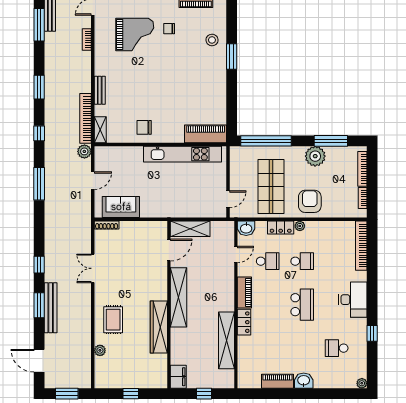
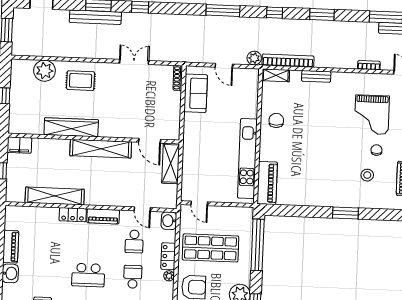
stool: (212, 40) -> (367, 175), moved
school desk: (302, 261) -> (133, 277), turned 180
plant: (100, 350) -> (44, 71), width x1.87, depth x1.87

